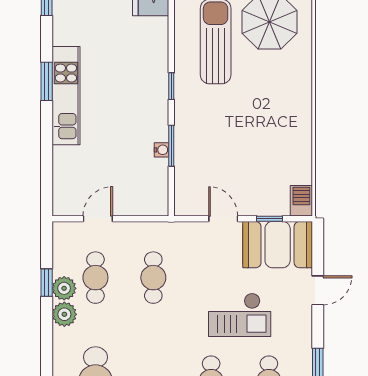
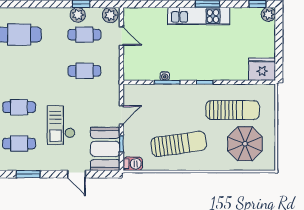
sun lounger: (270, 128) -> (179, 144), added
plant: (64, 314) -> (110, 15), moved

